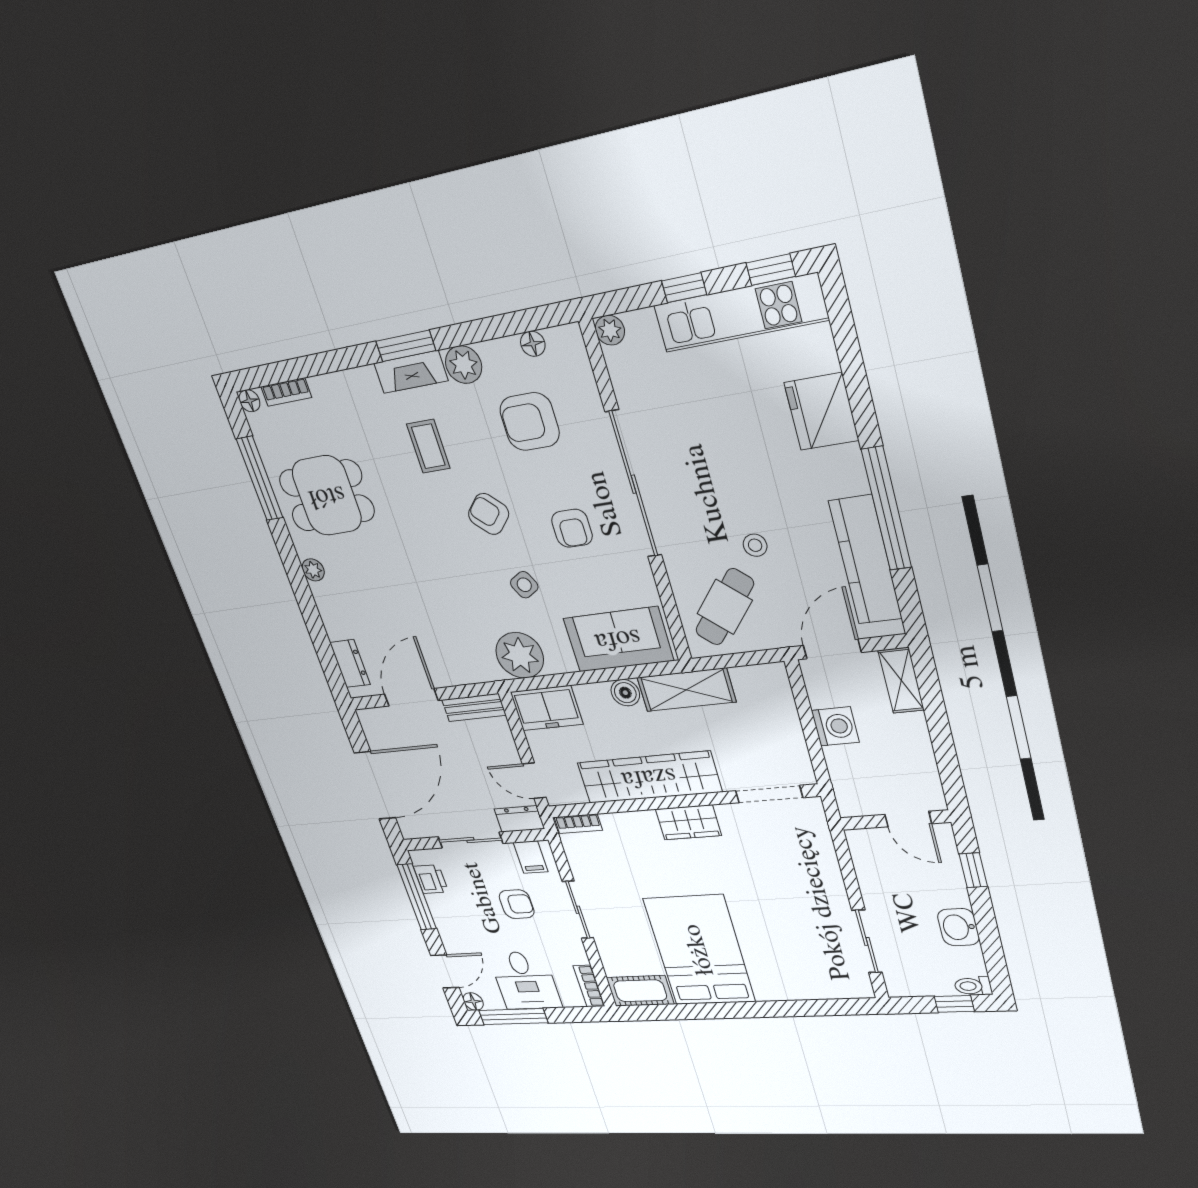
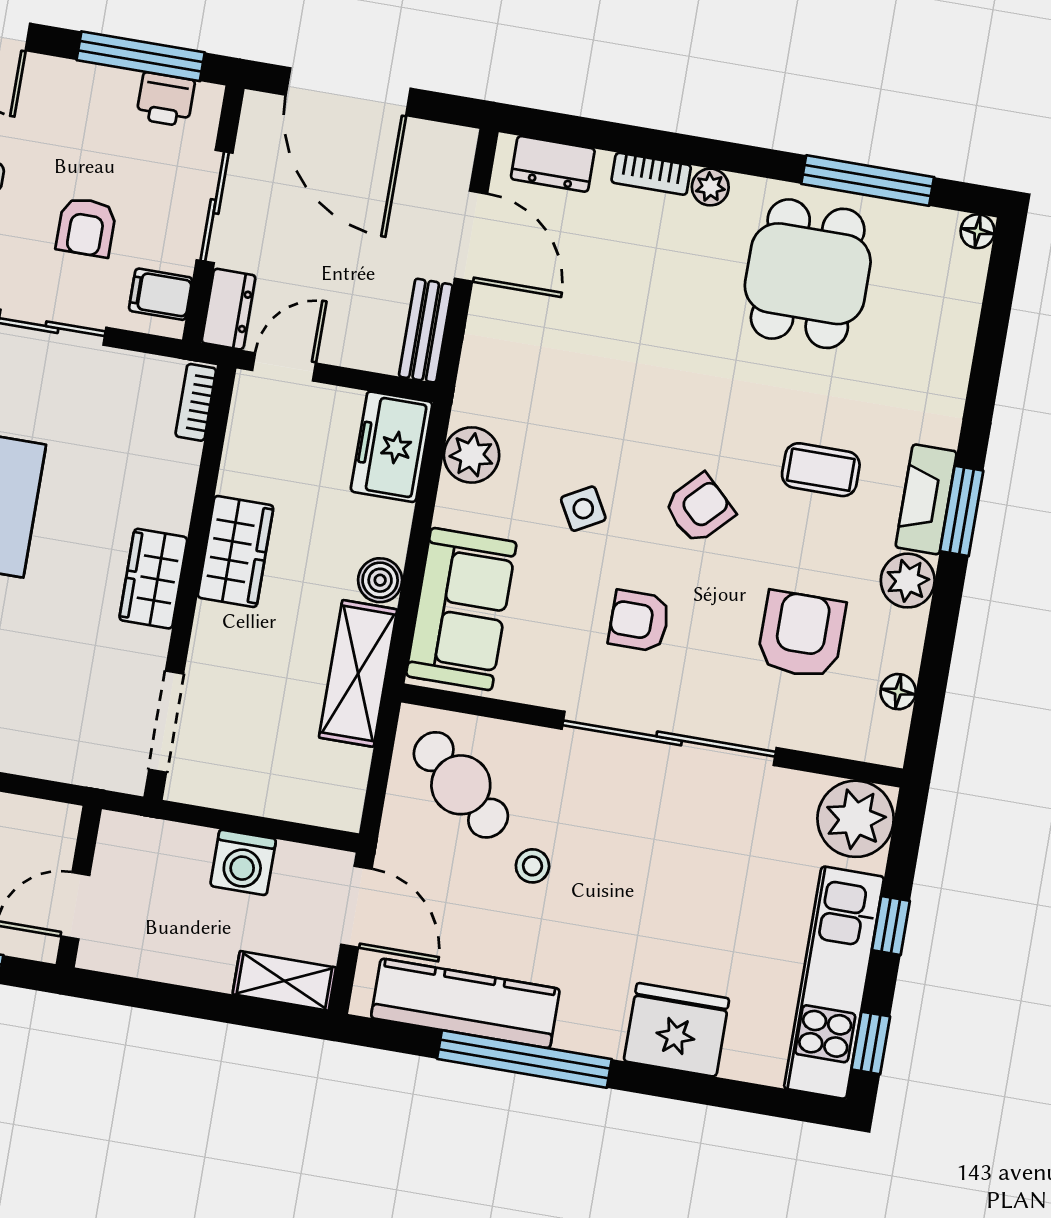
plant: (610, 330) -> (856, 819), width x1.87, depth x1.87
bookcase: (286, 392) -> (651, 174), moved, turned -90
plant: (520, 655) -> (472, 455), width x0.73, depth x0.73
wardrobe: (649, 777) -> (235, 551), width x0.48, depth x0.85

